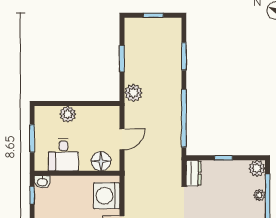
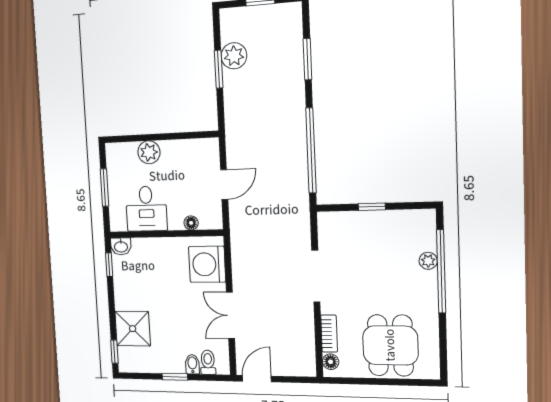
plant: (133, 93) -> (234, 56), moved
floor lamp: (101, 161) -> (191, 223), width x0.53, depth x0.53
plant: (257, 168) -> (423, 221), removed
dresser: (194, 173) -> (328, 230), removed

